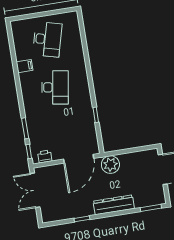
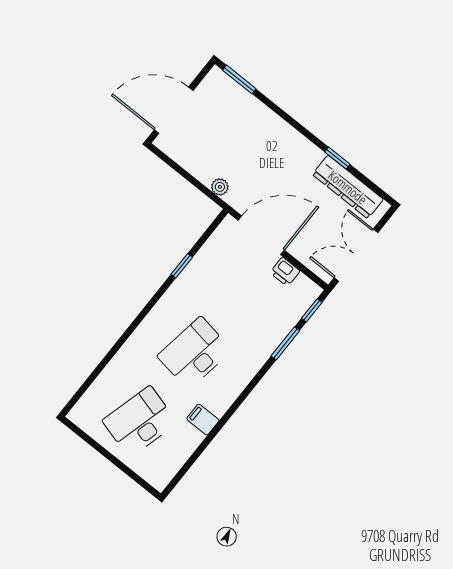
printer: (45, 156) -> (285, 272), moved
plant: (110, 165) -> (220, 187), width x0.53, depth x0.53
double door: (35, 190) -> (356, 255), swing flipped
dresser: (114, 205) -> (348, 187), moved

